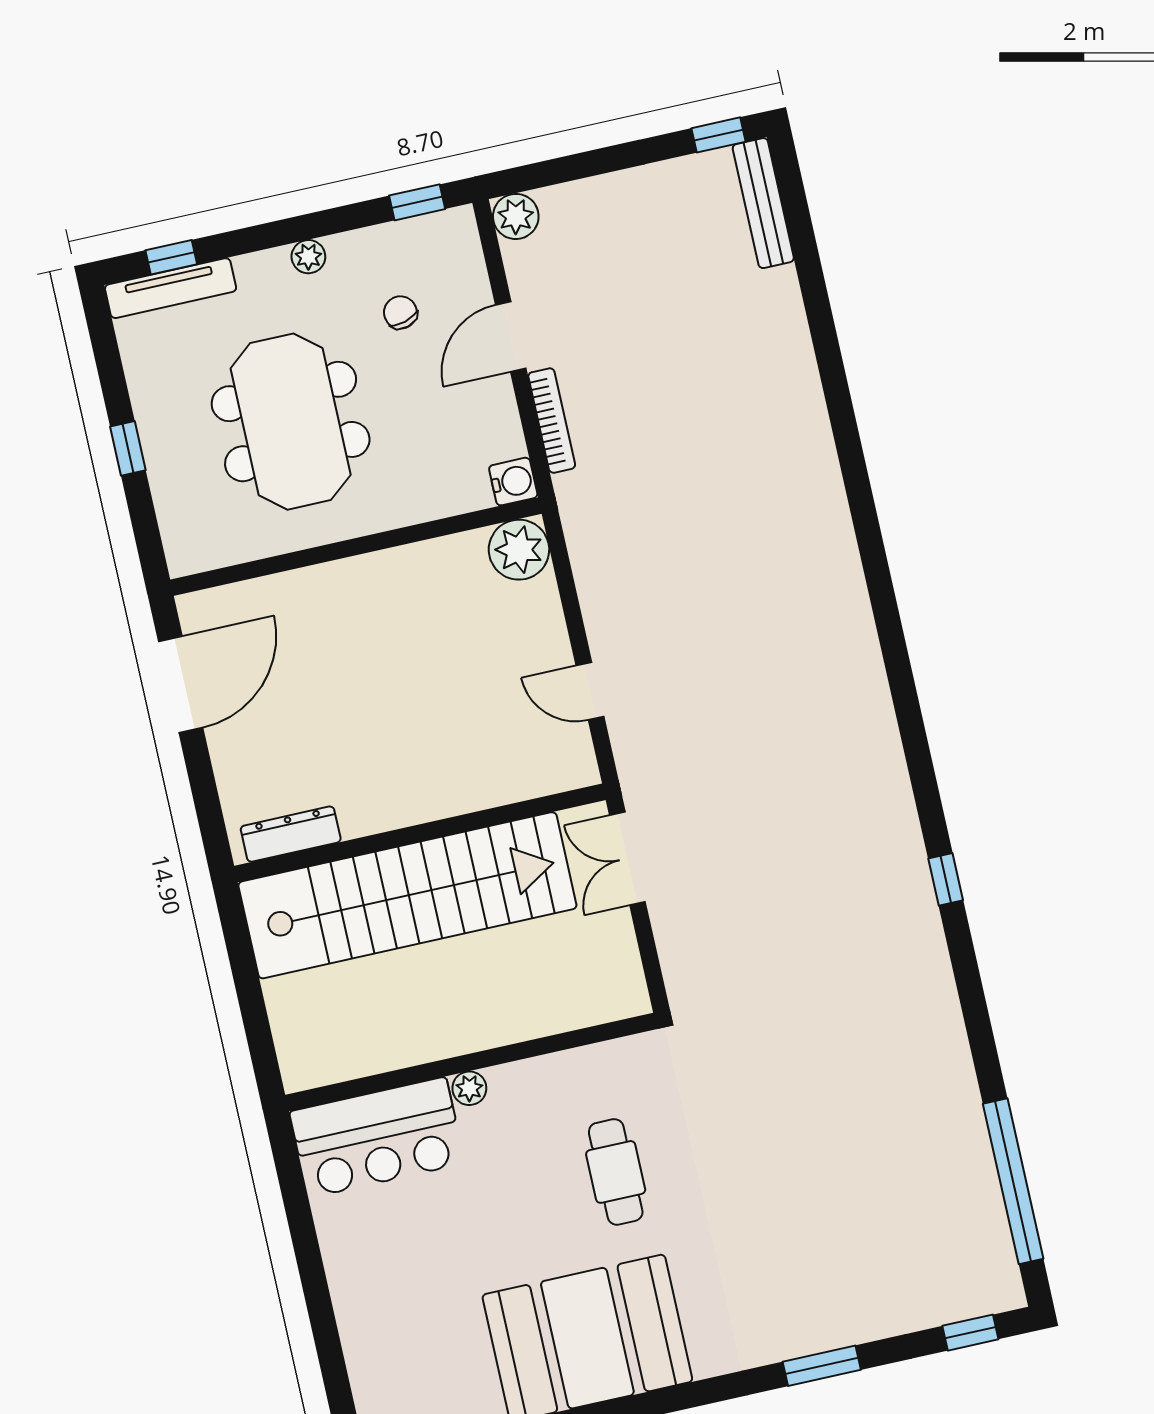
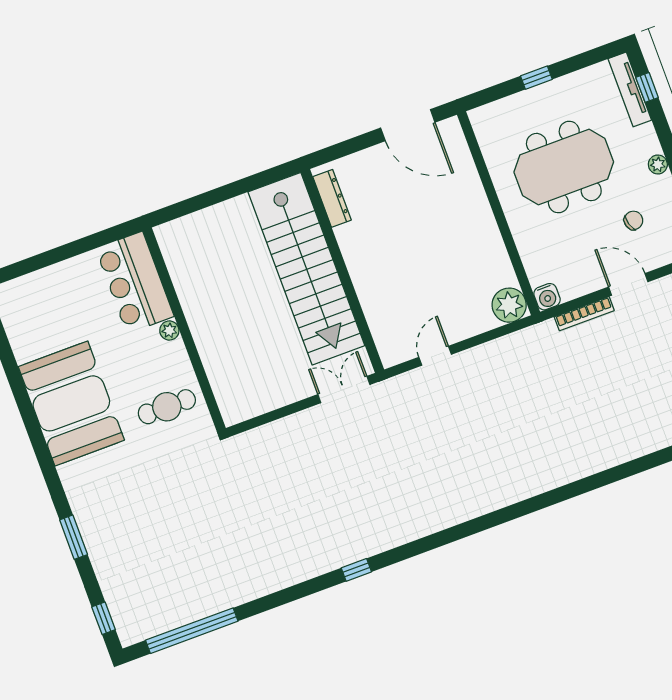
wall: (471, 1062) -> (184, 329), moved
plant: (469, 1088) -> (169, 331), moved
bar counter: (377, 1137) -> (135, 282), moved

